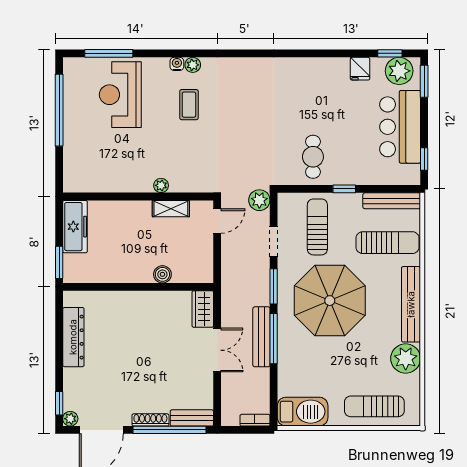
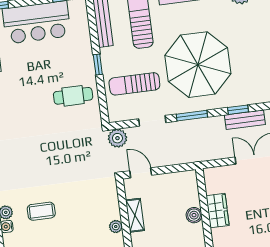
wardrobe: (203, 309) -> (218, 211), moved, turned -90
bench: (261, 337) -> (245, 120), width x0.73
window: (274, 339) -> (238, 110), width x0.46

